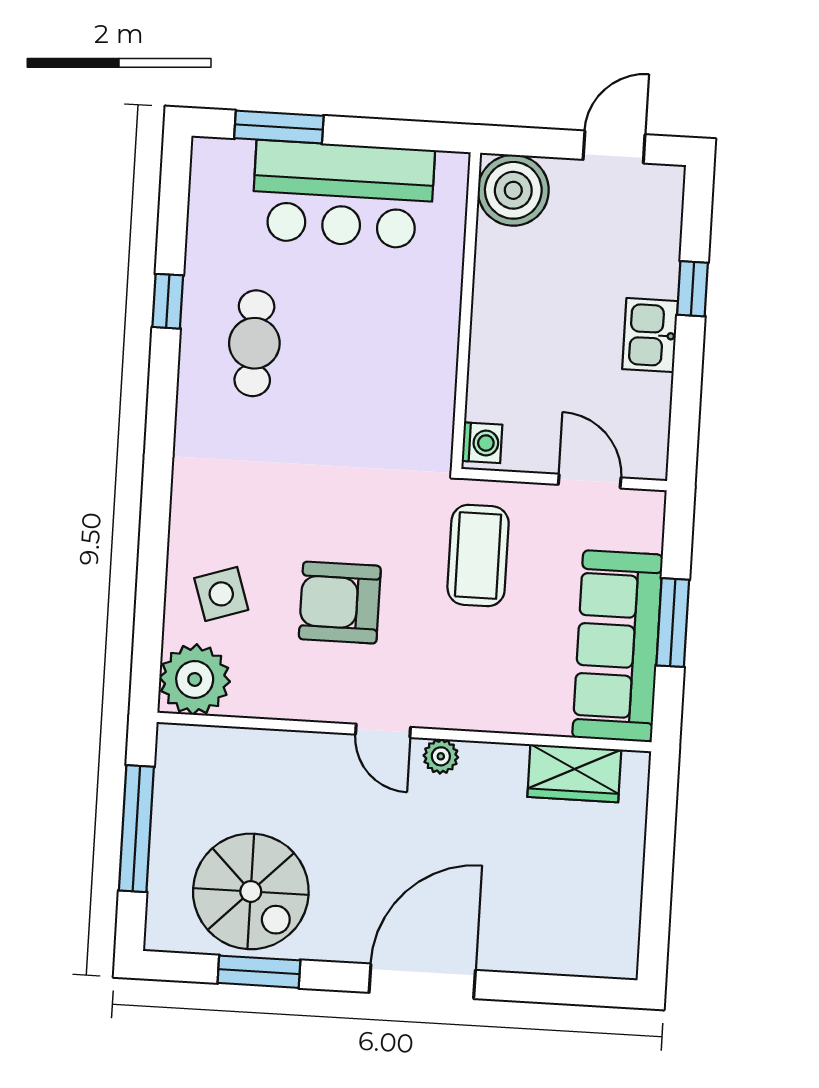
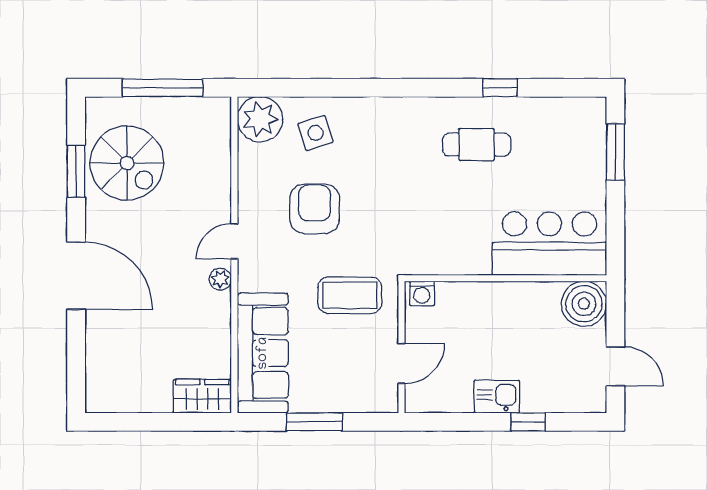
bar counter: (343, 194) -> (549, 244), moved, turned 90
sofa: (618, 646) -> (263, 353), moved, turned 90
wardrobe: (574, 773) -> (202, 396), moved, turned 90
spiral stairs: (251, 891) -> (127, 163), turned -90

